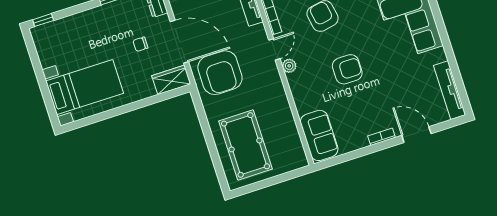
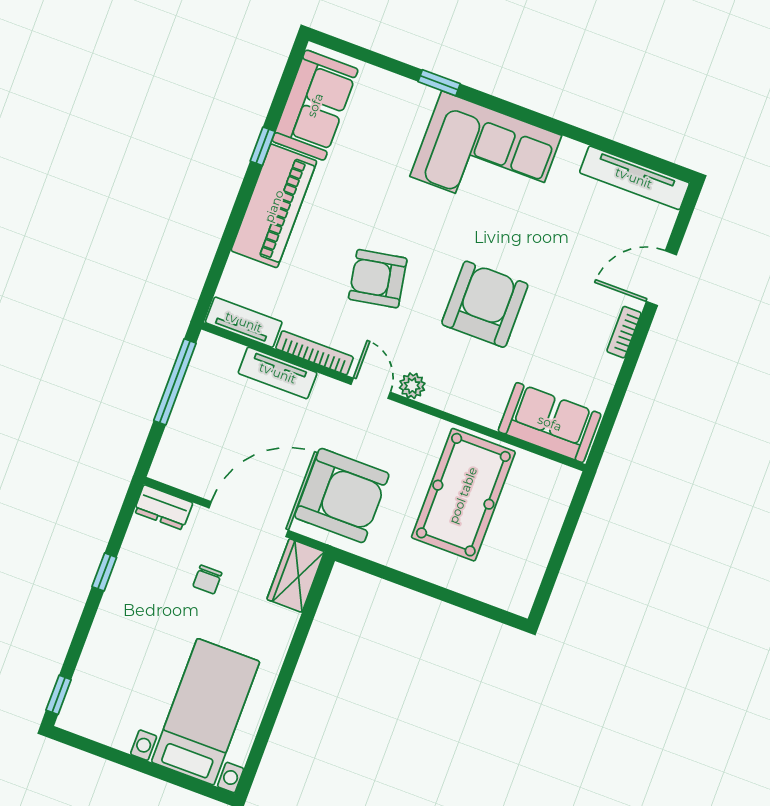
armchair: (347, 69) -> (485, 304), width x1.36, depth x1.36
pool table: (245, 145) -> (463, 495), moved, turned 90

